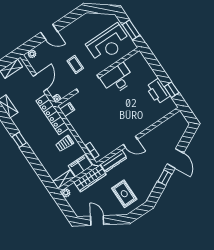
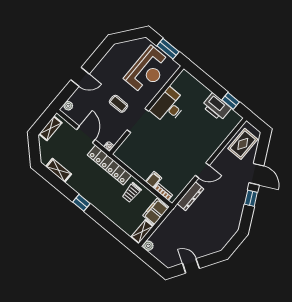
filing cabinet: (67, 109) -> (154, 180), moved
wardrobe: (90, 178) -> (170, 222), removed
rug: (124, 194) -> (243, 144), moved, turned 90

